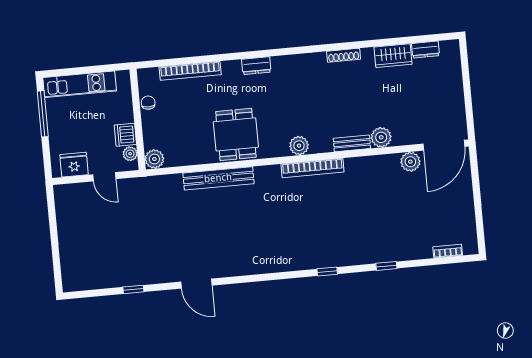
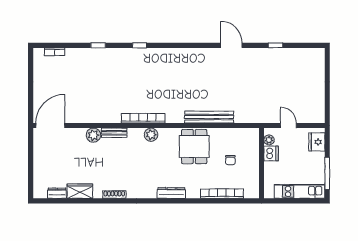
dresser: (256, 66) -> (171, 193), width x1.44
chair: (148, 103) -> (230, 160), moved
plant: (154, 159) -> (252, 135), removed
plant: (410, 162) -> (75, 116), removed
fridge: (74, 165) -> (317, 142), moved, turned 90

